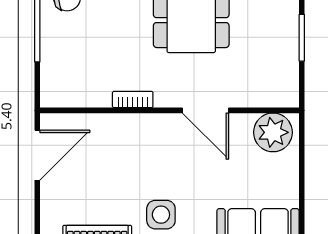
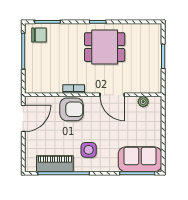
plant: (273, 132) -> (143, 102), width x0.53, depth x0.53
armchair: (129, 138) -> (72, 109), added

